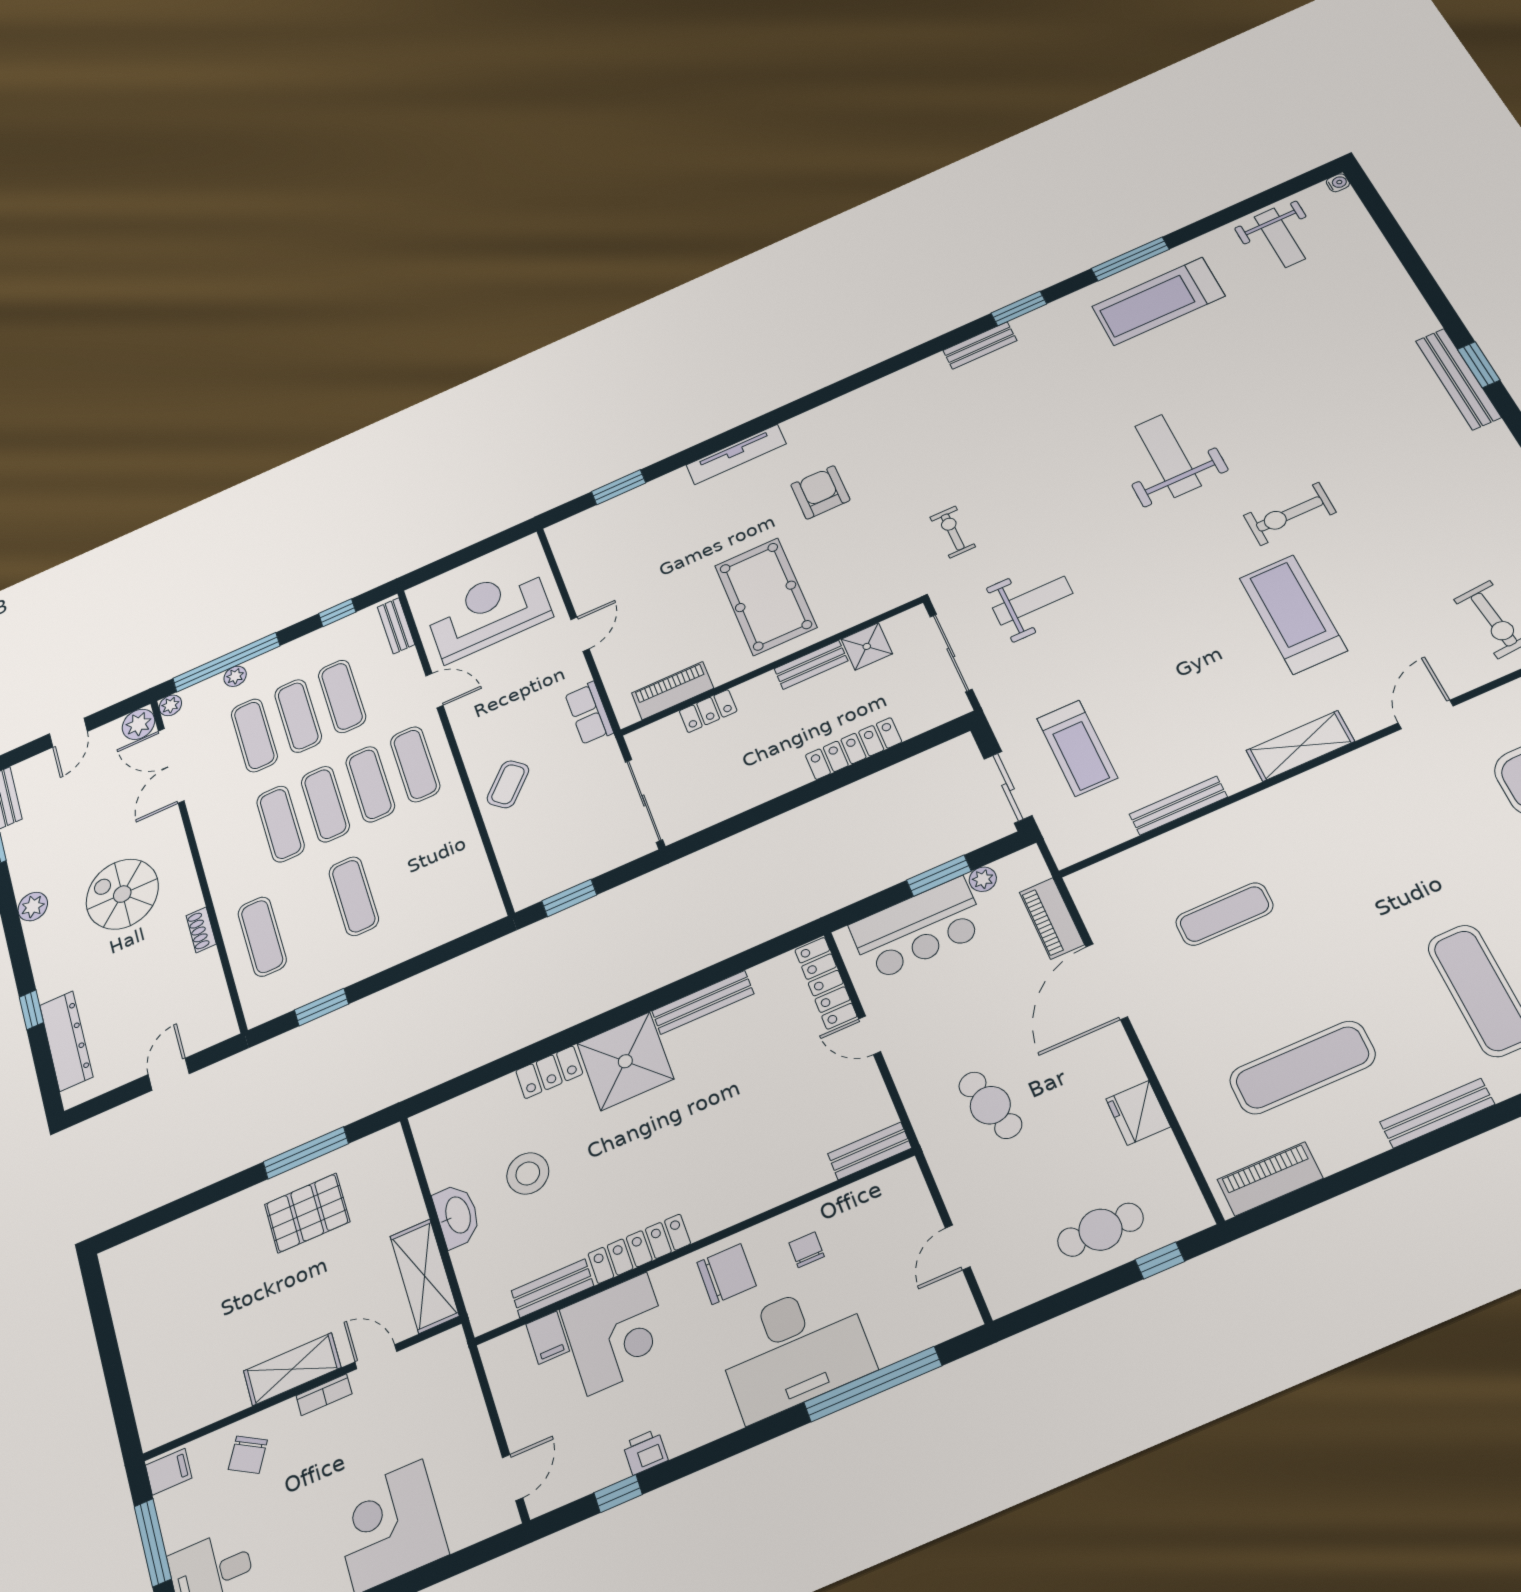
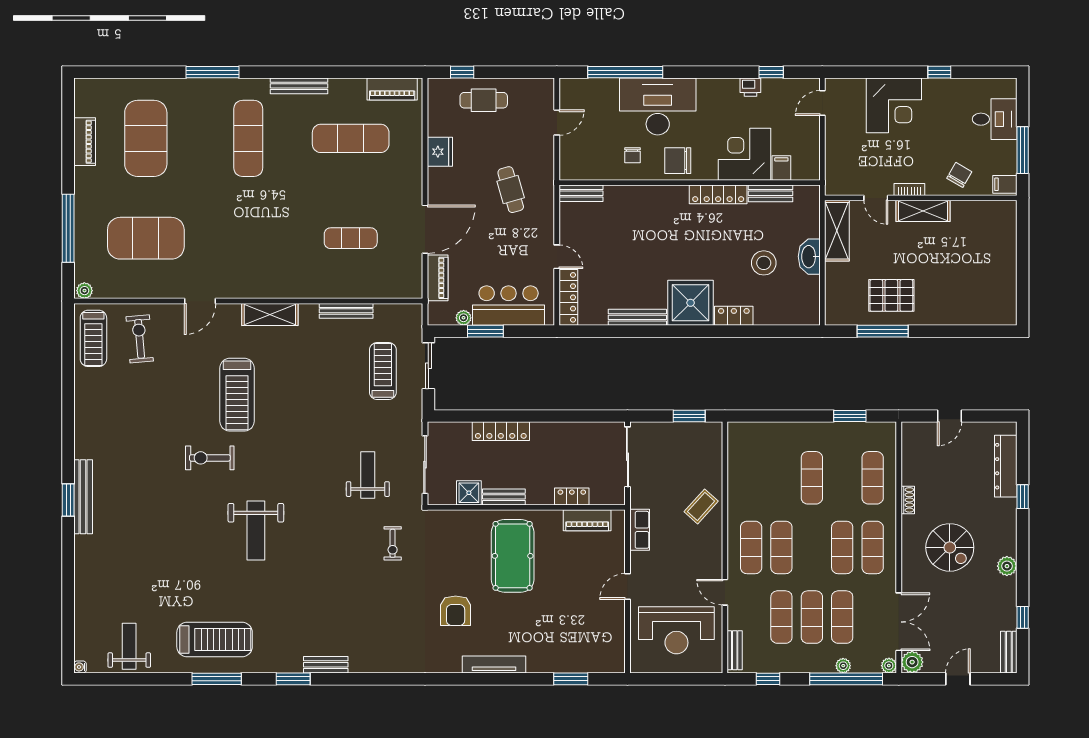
exercise bike: (1290, 514) -> (210, 458), turned 180
weight bench: (1033, 601) -> (368, 475), turned 90
exercise mat: (325, 804) -> (873, 547), moved

